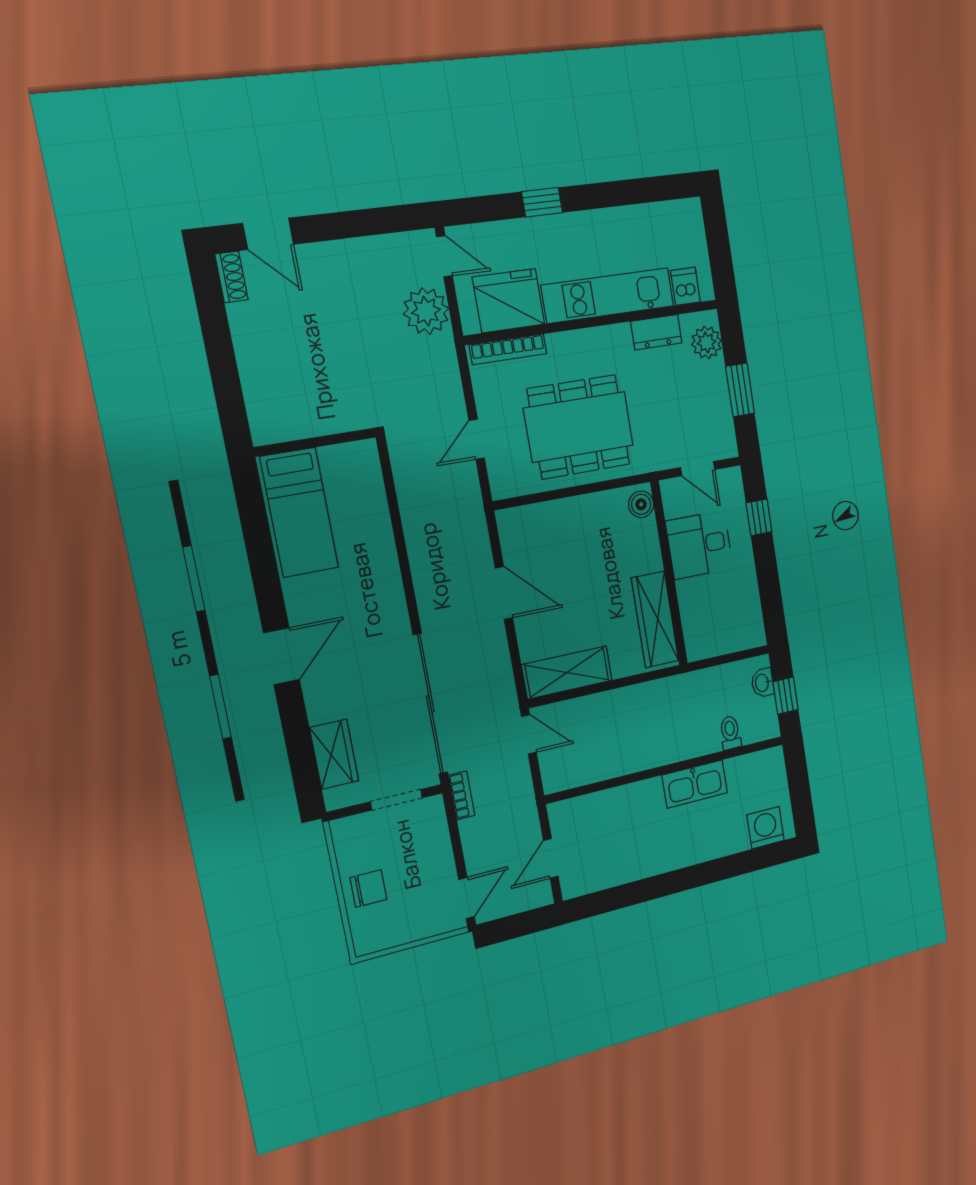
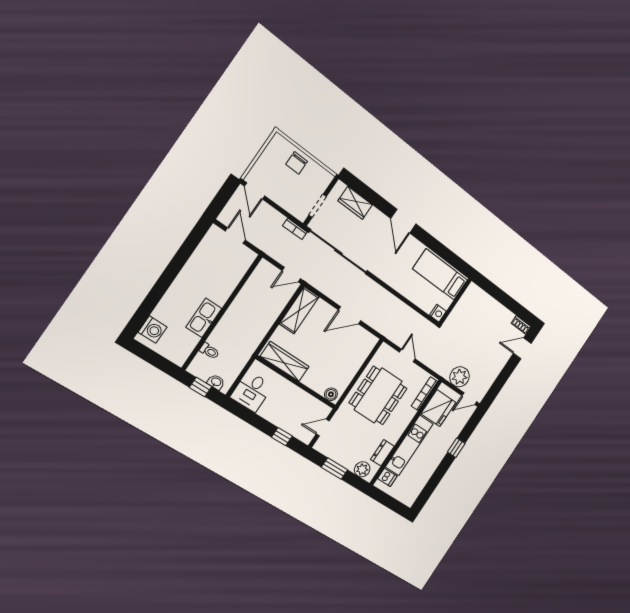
nightstand: (363, 454) -> (438, 313), added
desk: (699, 545) -> (252, 391), moved, turned 180

